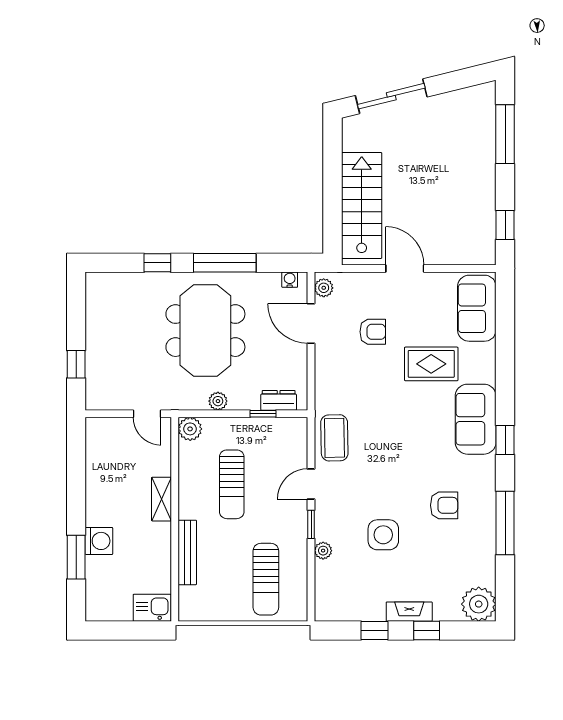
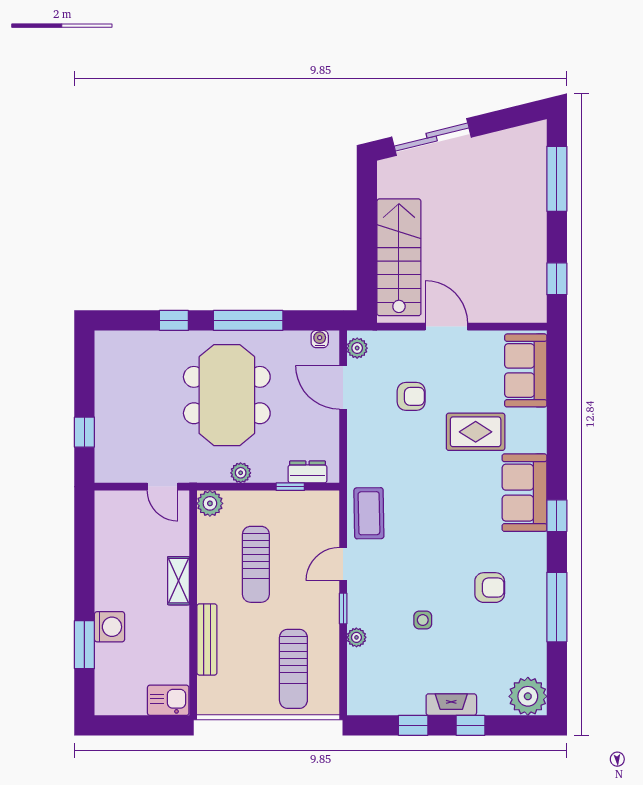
side table: (383, 535) -> (423, 620), width x0.54, depth x0.54

